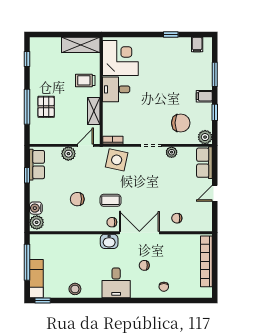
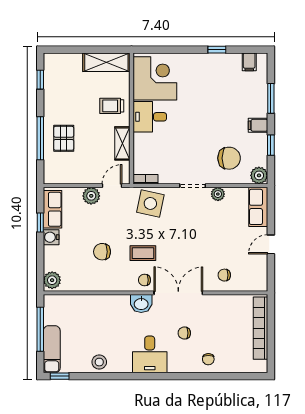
water cooler: (36, 208) -> (51, 237), moved

